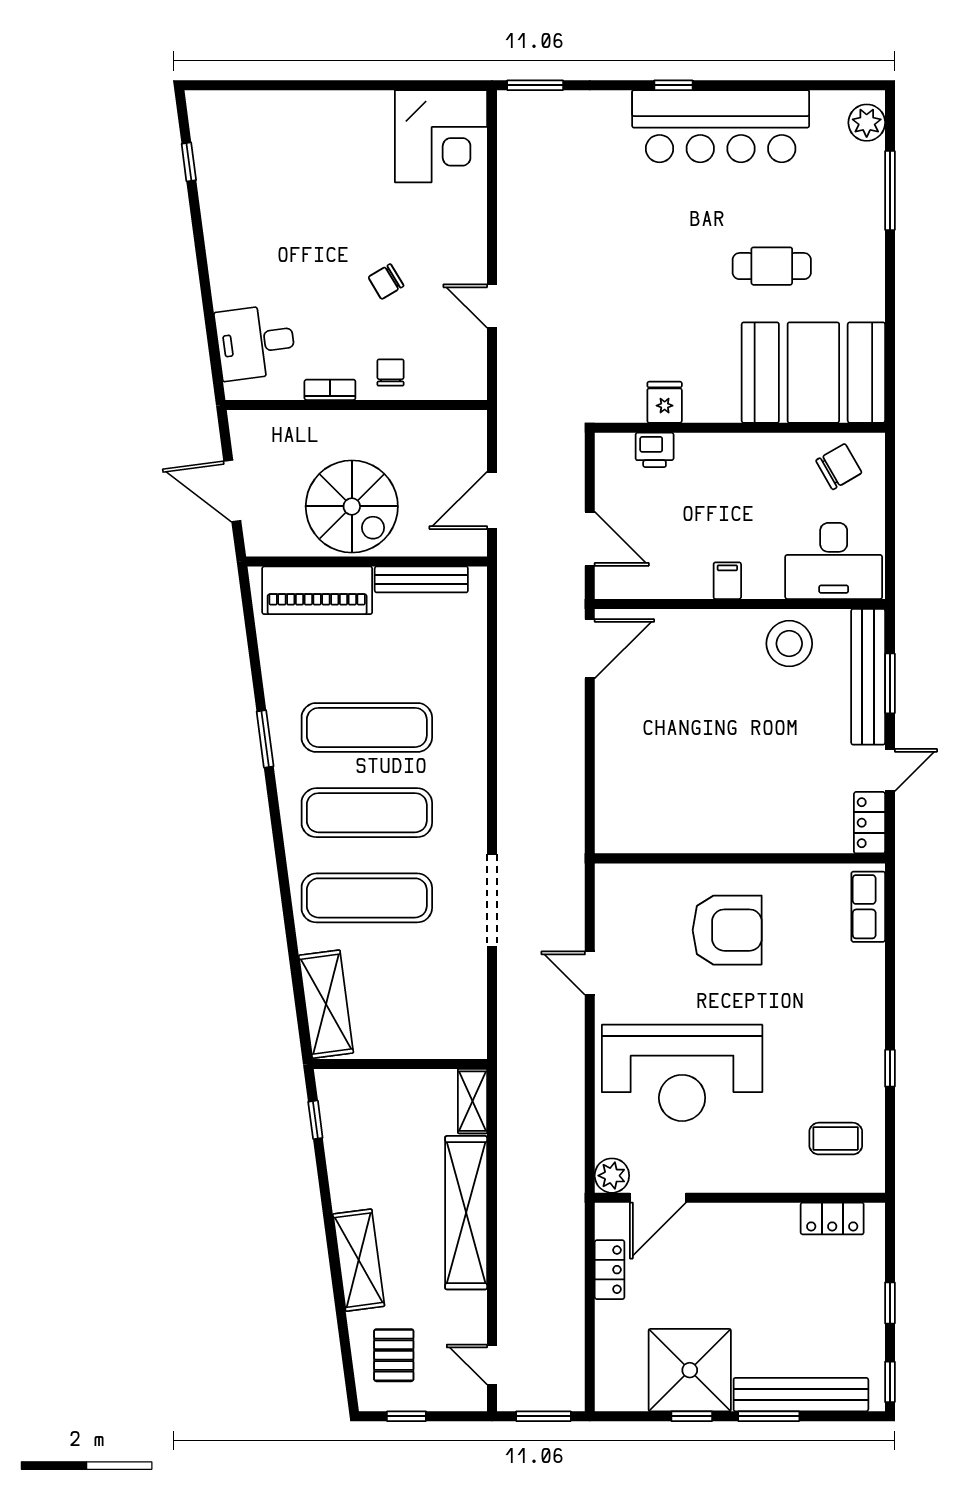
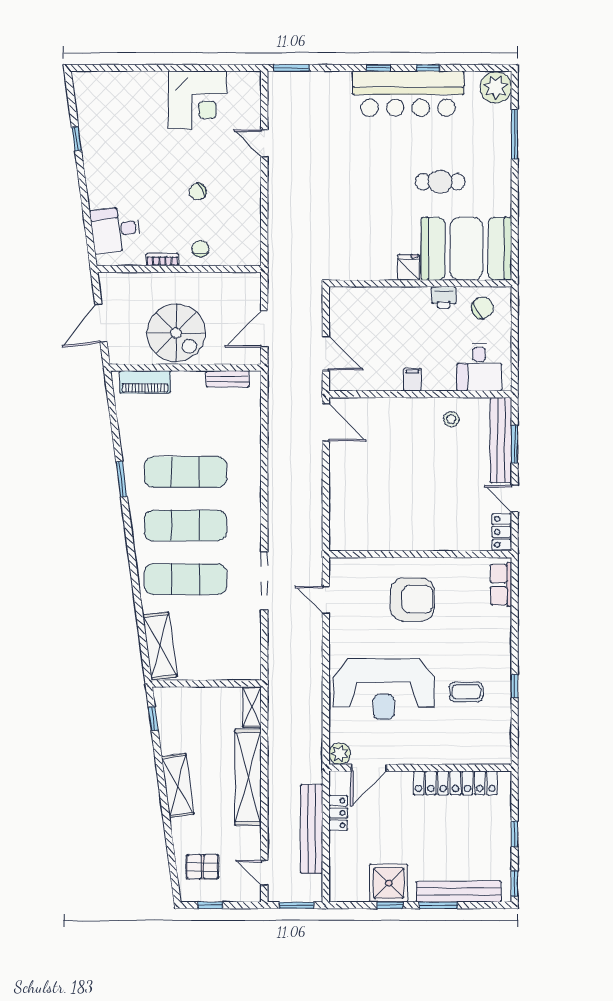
window: (752, 85) -> (428, 68), added
plant: (867, 123) -> (496, 87), width x1.36, depth x1.36
corner desk: (441, 136) -> (198, 100), moved
window: (189, 162) -> (77, 139), moved
door: (492, 306) -> (264, 143), moved
fridge: (665, 402) -> (409, 267), moved
printer: (655, 450) -> (444, 297), moved
door: (232, 491) -> (101, 323), hinge flipped
desk: (834, 561) -> (479, 367), width x0.73
bench: (421, 579) -> (228, 379), width x0.73
piano: (317, 590) -> (145, 382), width x0.73, depth x0.75
stool: (789, 644) -> (451, 419), width x0.53, depth x0.53
door: (590, 649) -> (326, 422), hinge flipped
door: (890, 770) -> (515, 499), swing flipped
door: (590, 973) -> (326, 600), moved
coffee table: (836, 1139) -> (466, 692), moved
locker: (832, 1218) -> (455, 783), width x2.16, depth x1.21
shelving: (359, 1260) -> (178, 786), moved
bench: (567, 1295) -> (312, 829), added
pallet: (394, 1355) -> (203, 867), turned 90
shower: (690, 1370) -> (389, 883), width x0.73, depth x0.73

